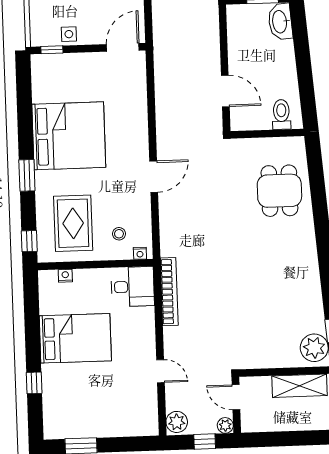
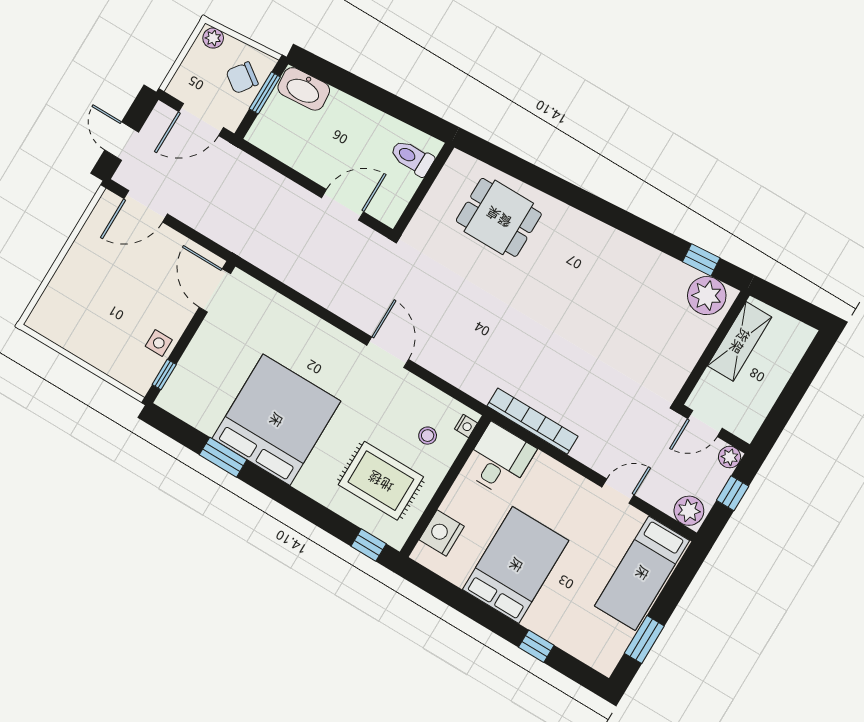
window: (27, 175) -> (223, 457), moved
nightstand: (65, 276) -> (442, 533), width x1.89, depth x1.79
bed: (120, 418) -> (642, 573), added

